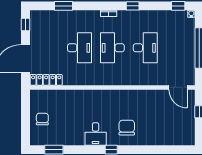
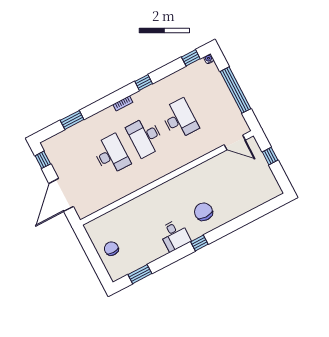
locker: (46, 80) -> (94, 206), removed

